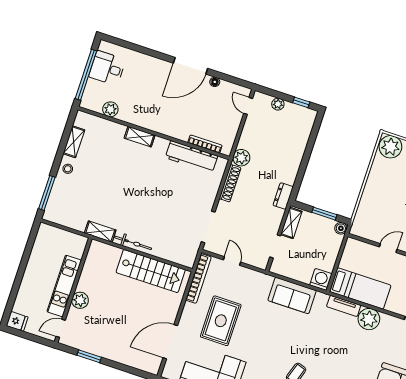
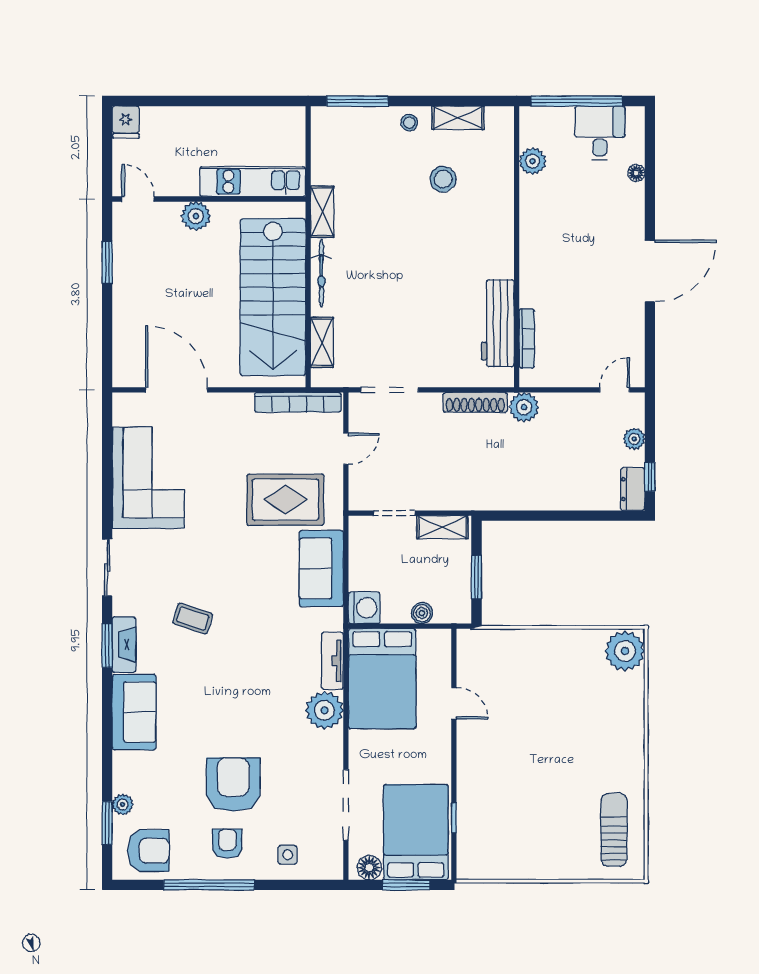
door: (190, 66) -> (650, 271), swing flipped
floor lamp: (215, 82) -> (636, 173), moved
shelving: (140, 137) -> (322, 342), moved
stool: (104, 161) -> (443, 179), added
dresser: (283, 196) -> (633, 489), moved, turned -90
boiler: (341, 228) -> (422, 613), moved
stairs: (151, 271) -> (273, 297), width x1.36, depth x1.51
kitchen unit: (64, 286) -> (253, 182), moved
bed: (360, 288) -> (382, 679), width x1.50
rug: (221, 321) -> (285, 500), moved

